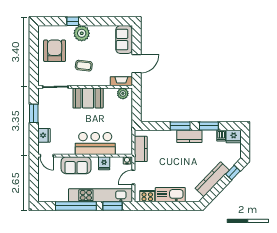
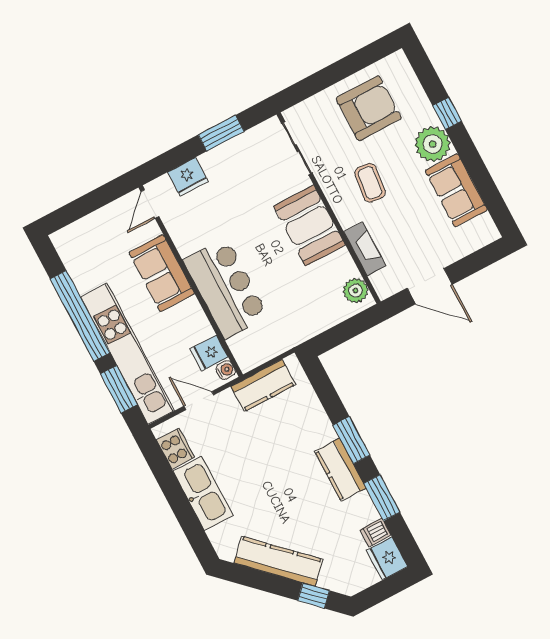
sofa: (124, 40) -> (456, 190), moved, turned -90
fireplace: (121, 81) -> (365, 249), moved
fridge: (104, 163) -> (209, 353), moved

